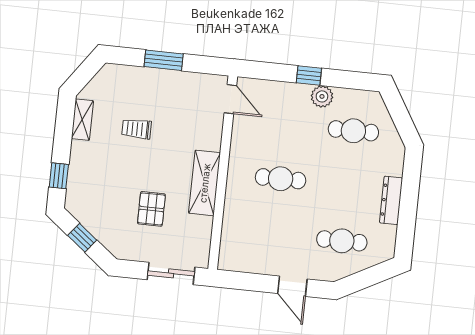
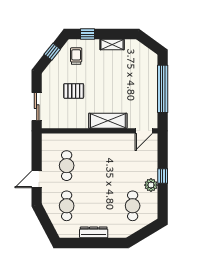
window: (164, 60) -> (163, 89), width x2.11
shelving: (82, 120) -> (112, 44), moved
trolley: (137, 129) -> (76, 56), moved
cafe table: (281, 179) -> (67, 166), moved
shelving: (205, 183) -> (108, 121), moved

